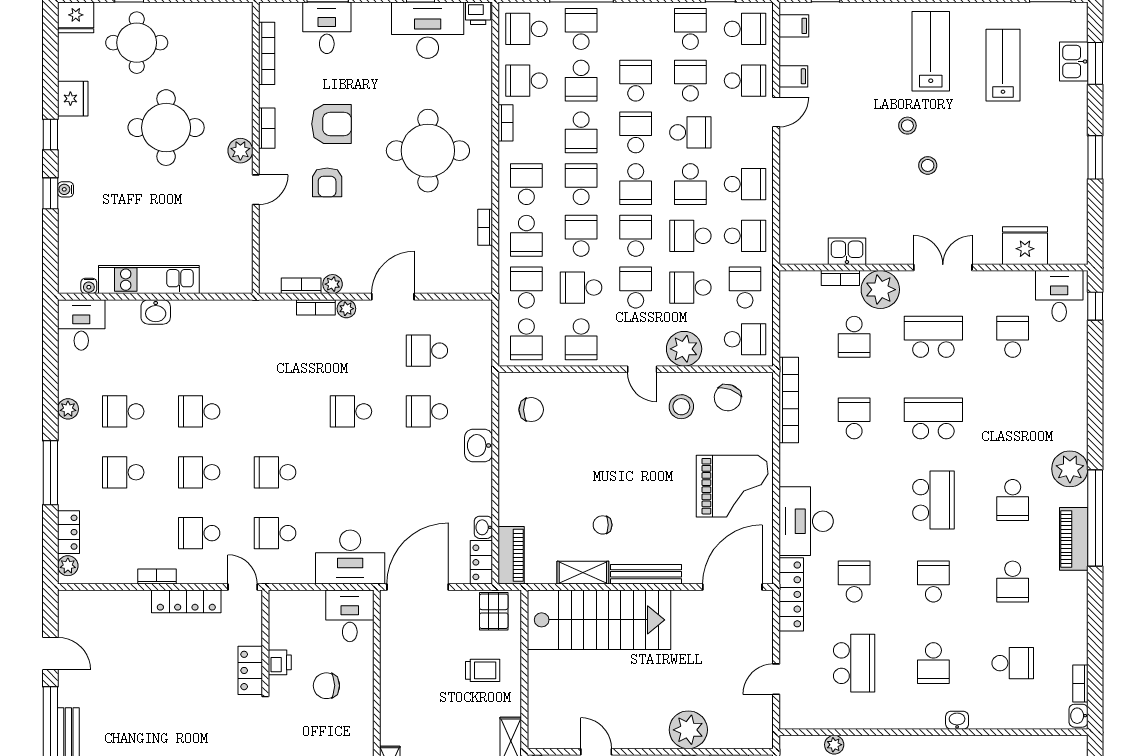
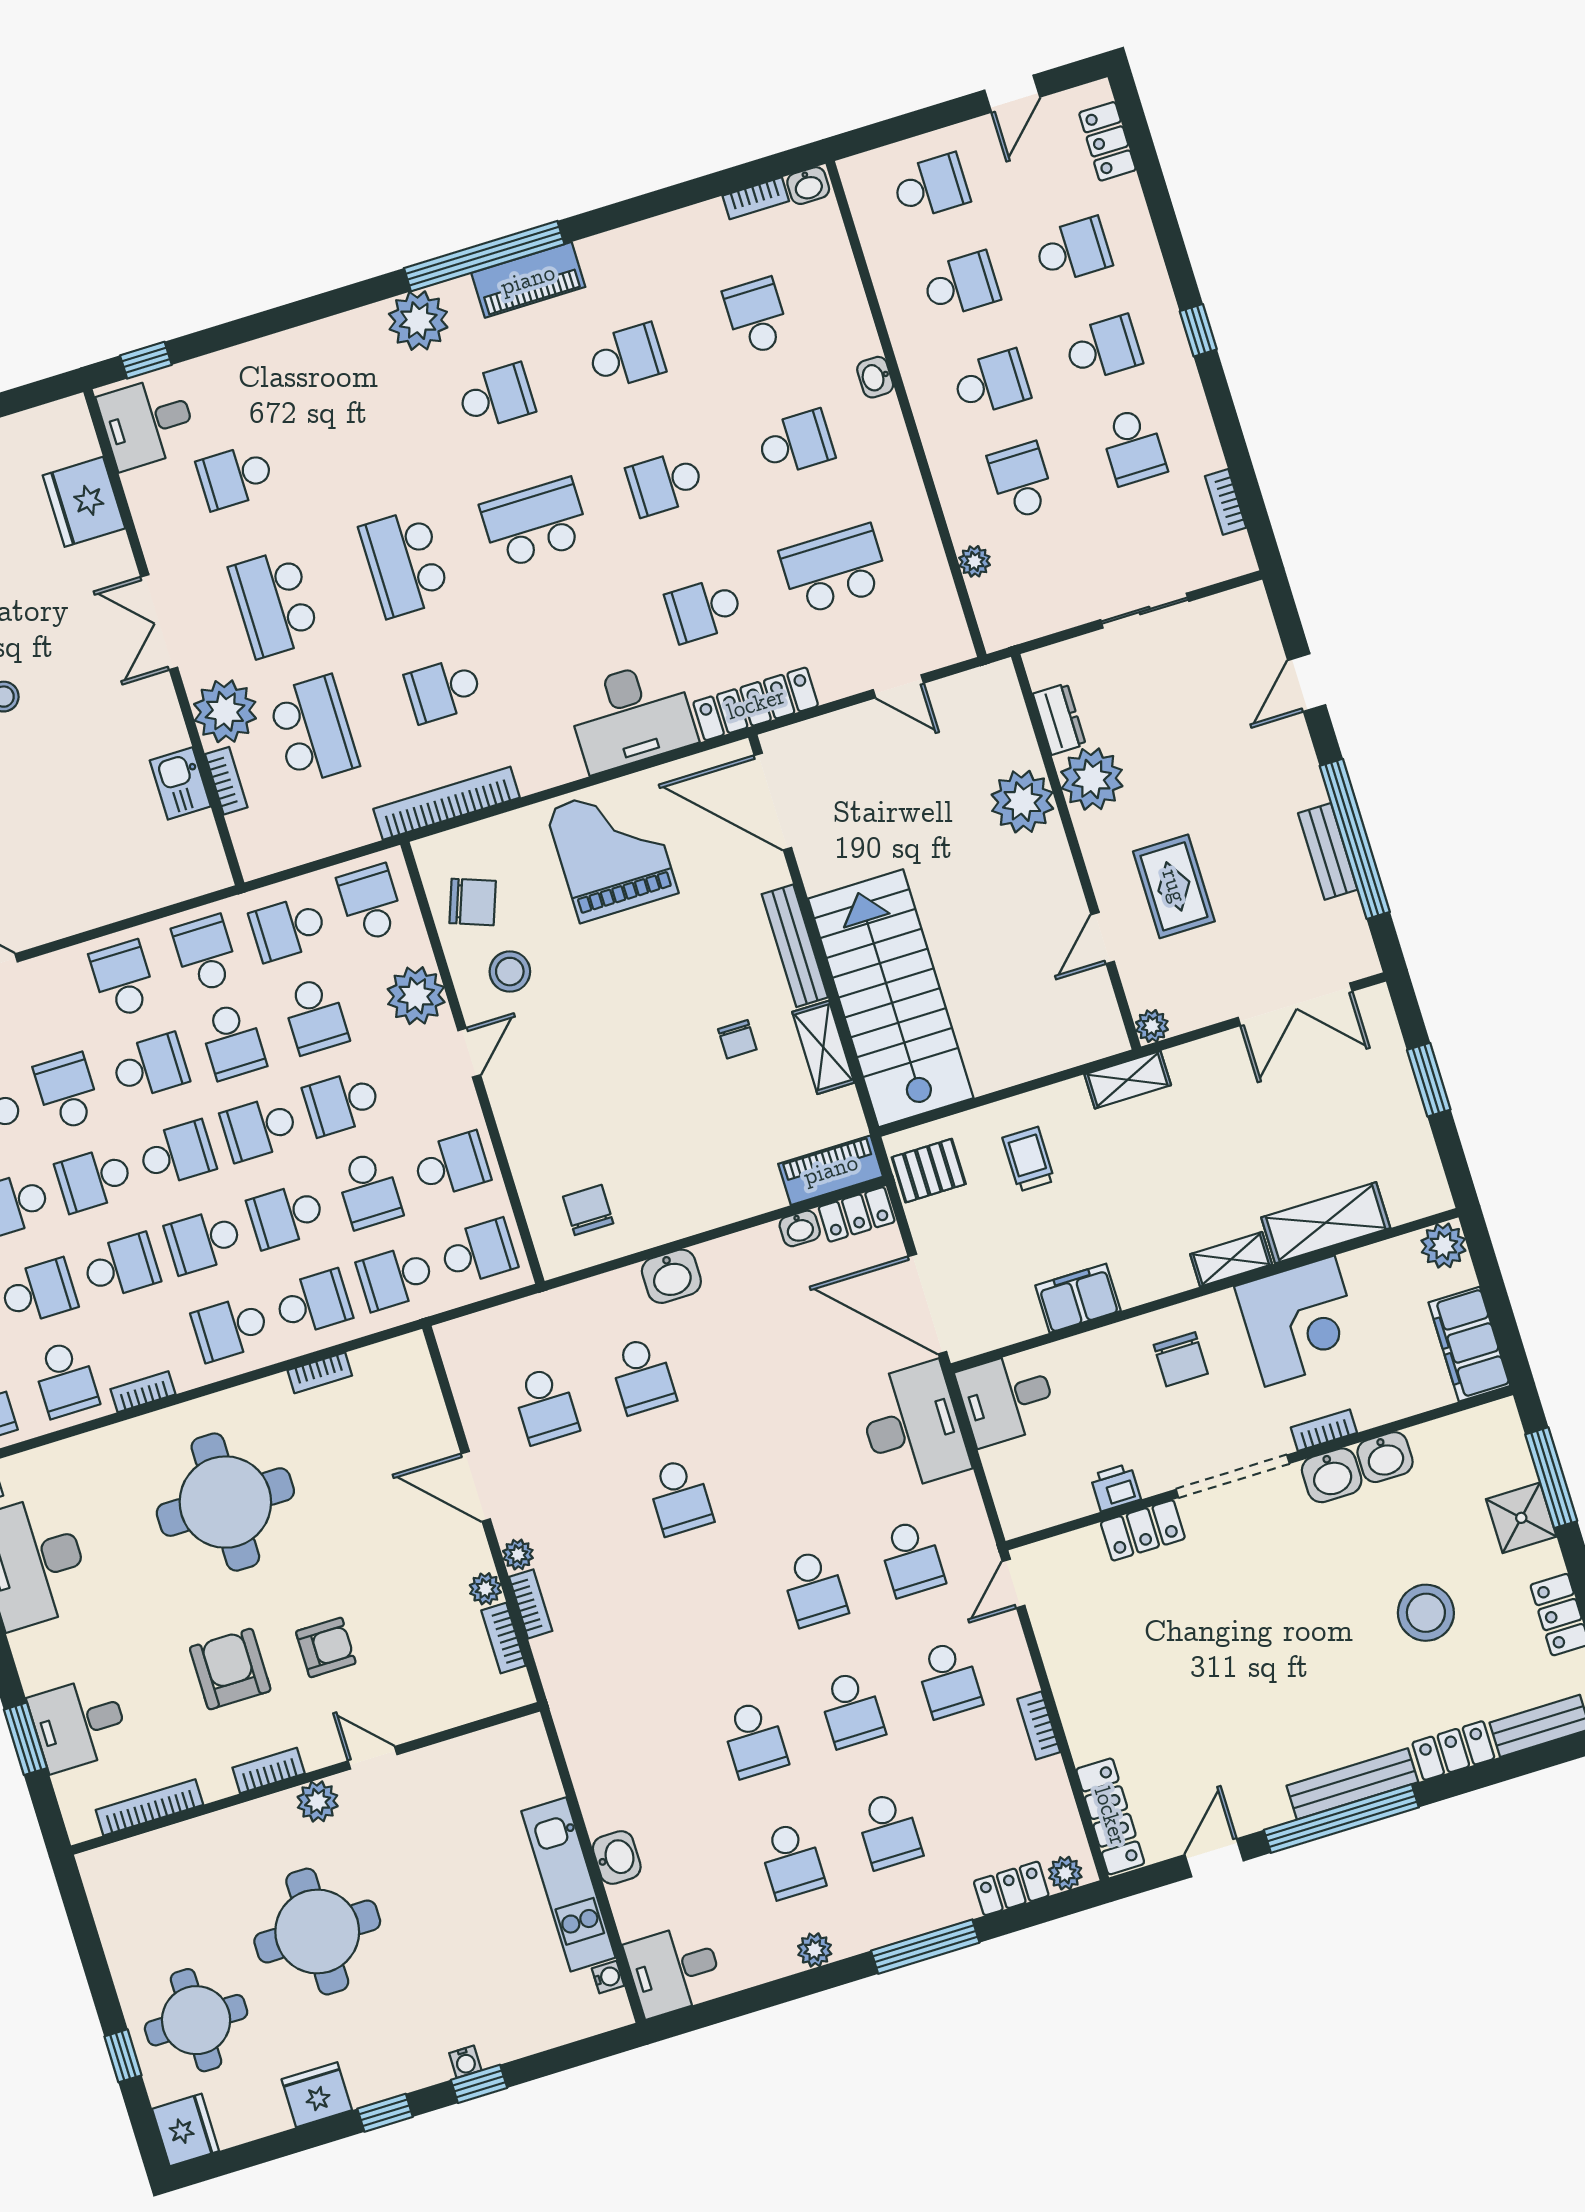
school desk: (854, 337) -> (313, 730), width x1.85
locker: (186, 601) -> (1110, 1816), moved
filing cabinet: (394, 674) -> (1078, 1298), added
chair: (326, 686) -> (1181, 1359), moved

